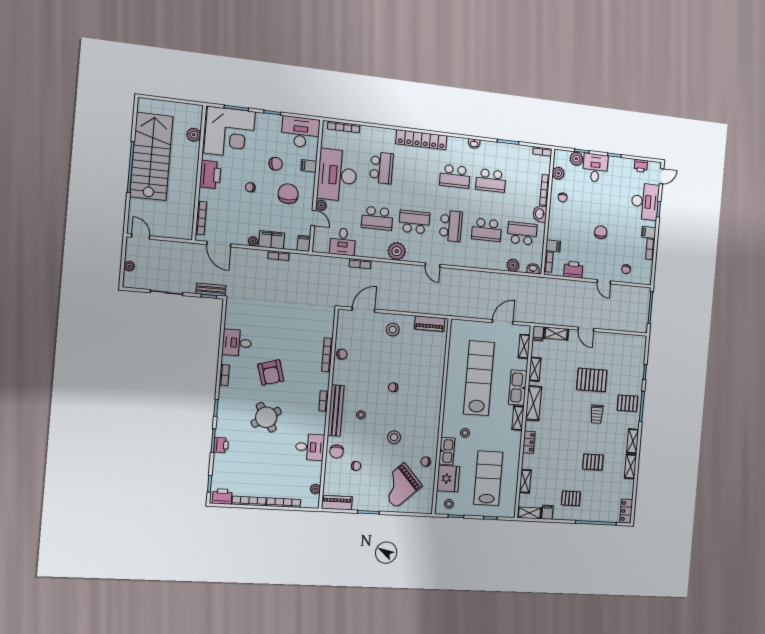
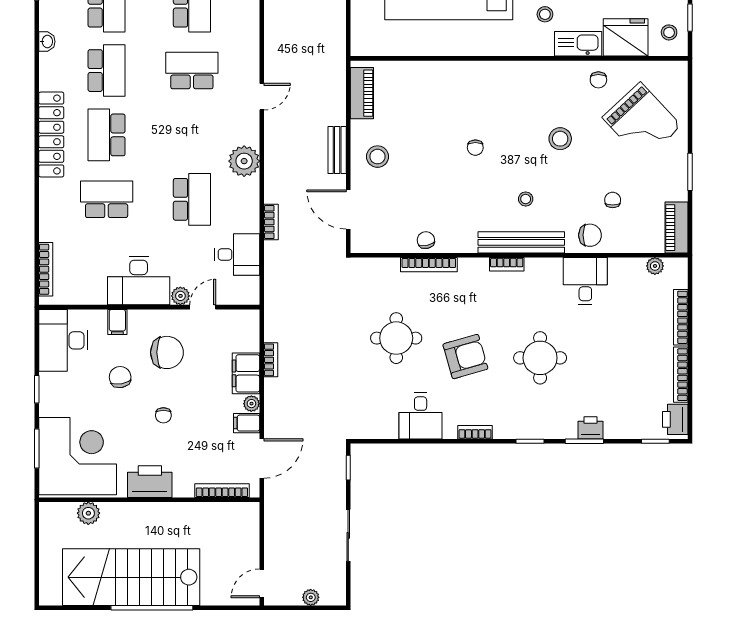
desk: (337, 175) -> (139, 281), width x0.73, depth x0.77
chair: (288, 194) -> (167, 352), turned 180
school desk: (414, 222) -> (107, 135), moved
filing cabinet: (303, 243) -> (247, 423), moved
bench: (211, 290) -> (337, 150), moved
round table: (285, 332) -> (396, 338), added
round table: (266, 417) -> (540, 358), turned 32

